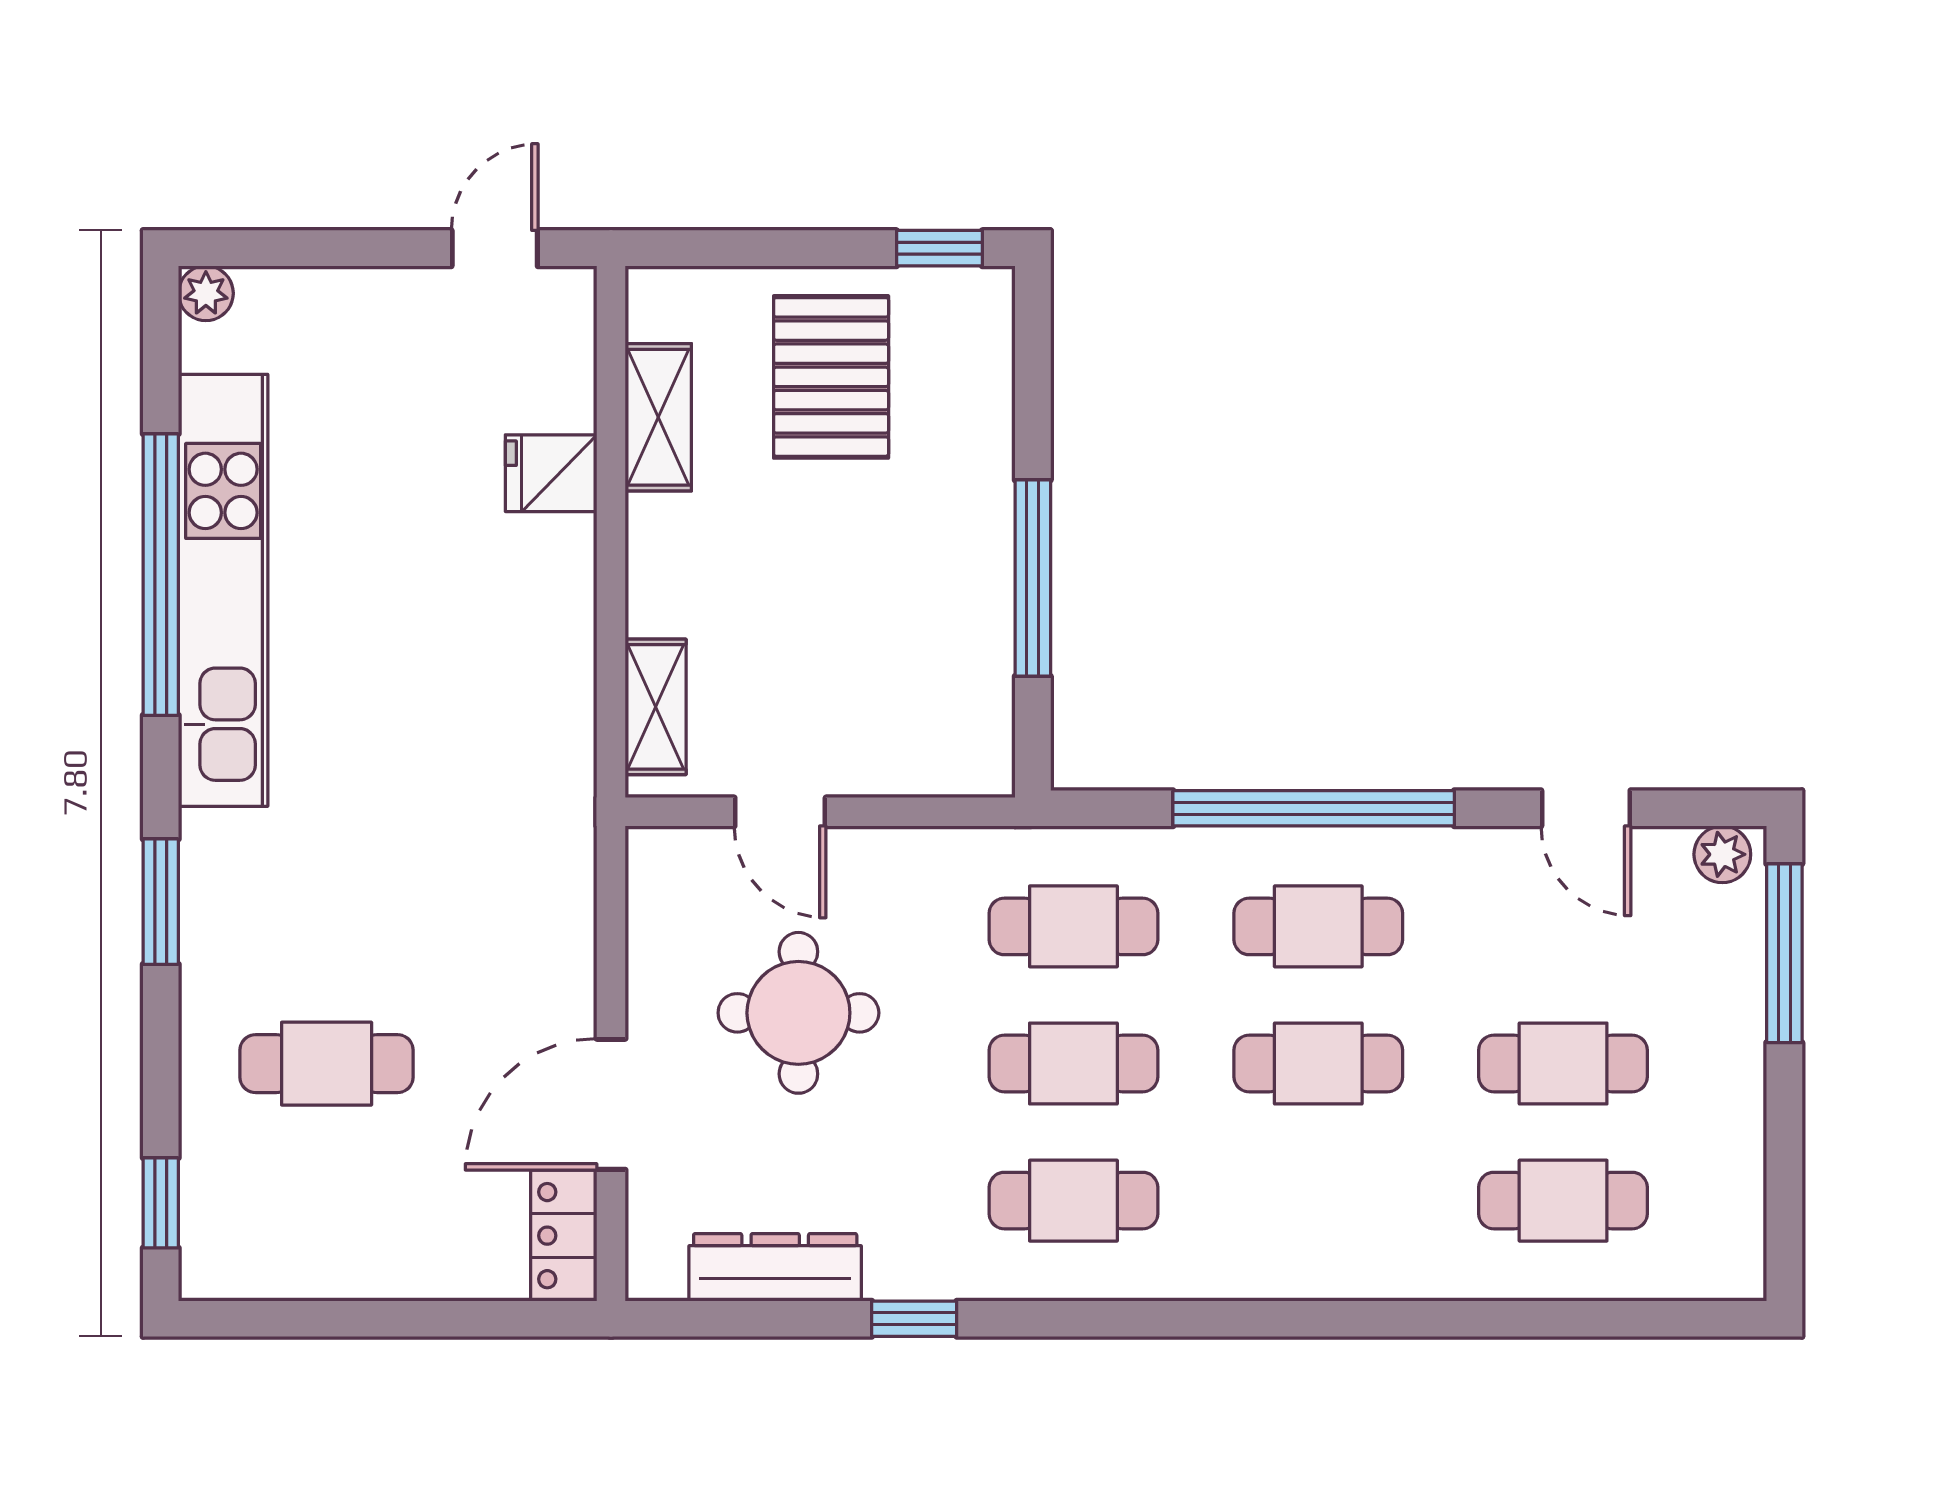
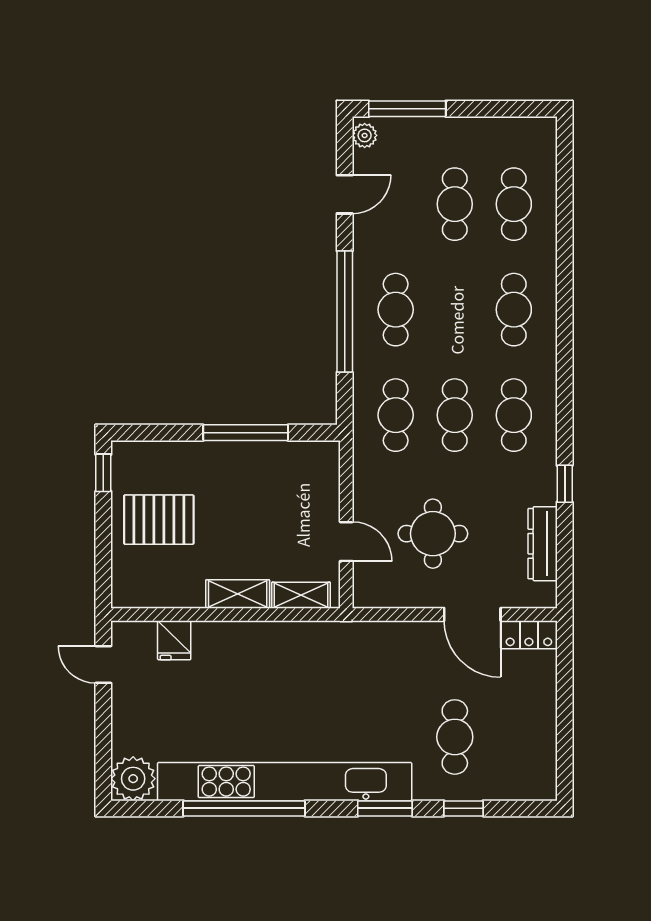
plant: (206, 293) -> (133, 779), width x1.88, depth x1.88
shelving: (658, 417) -> (238, 594), moved
fridge: (551, 473) -> (174, 640), moved
kitchen unit: (223, 590) -> (285, 782), width x1.36
door: (780, 812) -> (346, 542), hinge flipped
cafe table: (1318, 1063) -> (514, 310), moved
window: (161, 1203) -> (464, 808), moved

